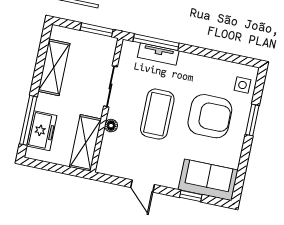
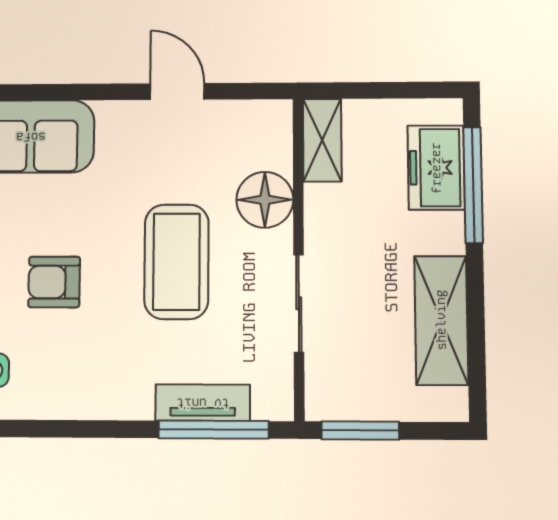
armchair: (210, 116) -> (54, 282), width x0.53, depth x0.53
floor lamp: (111, 126) -> (265, 200), width x1.89, depth x1.89
shelving: (85, 143) -> (322, 140), width x0.67, depth x0.75
window: (191, 196) -> (63, 92), removed

